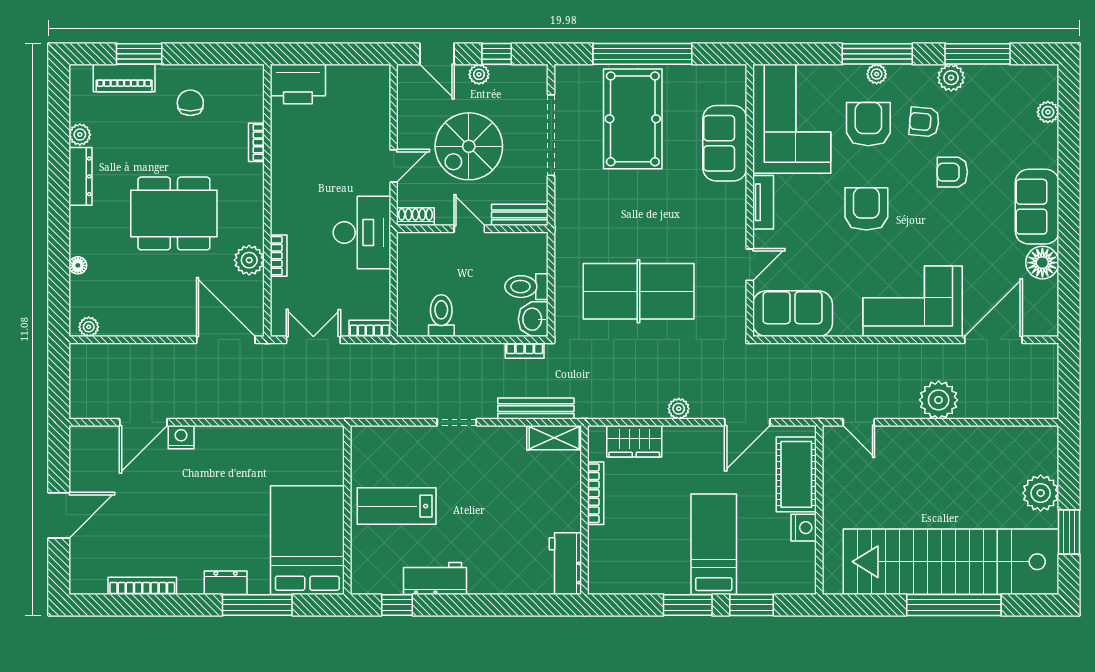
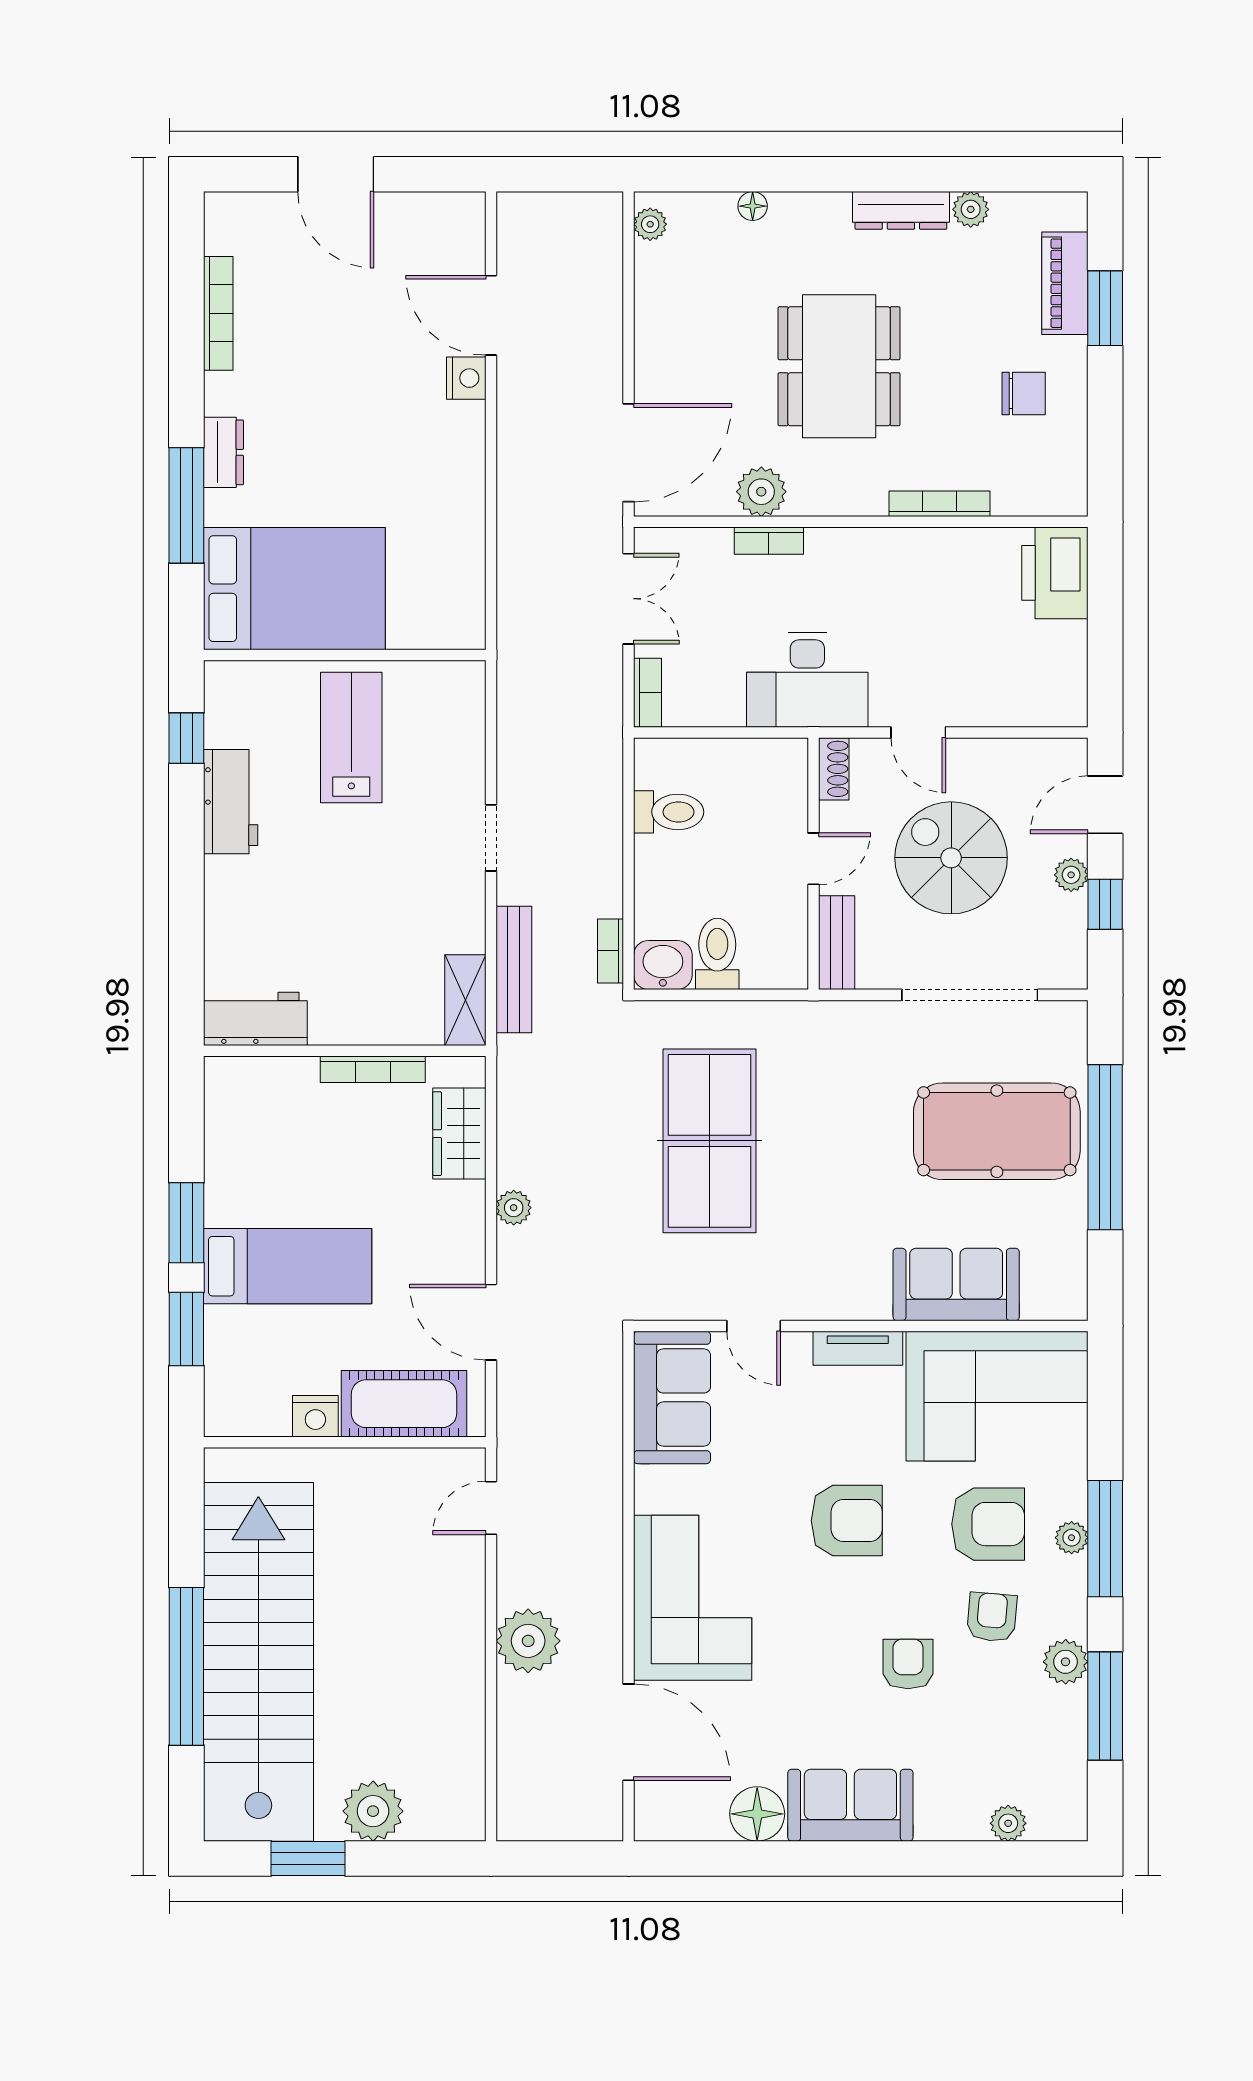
bookcase: (256, 142) -> (939, 504), width x1.56

